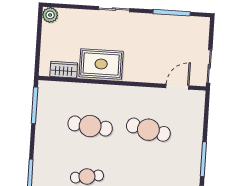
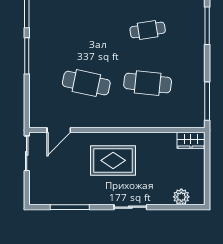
plant: (50, 15) -> (181, 197), moved
rug: (101, 64) -> (113, 160), moved
wardrobe: (64, 70) -> (191, 140), moved

